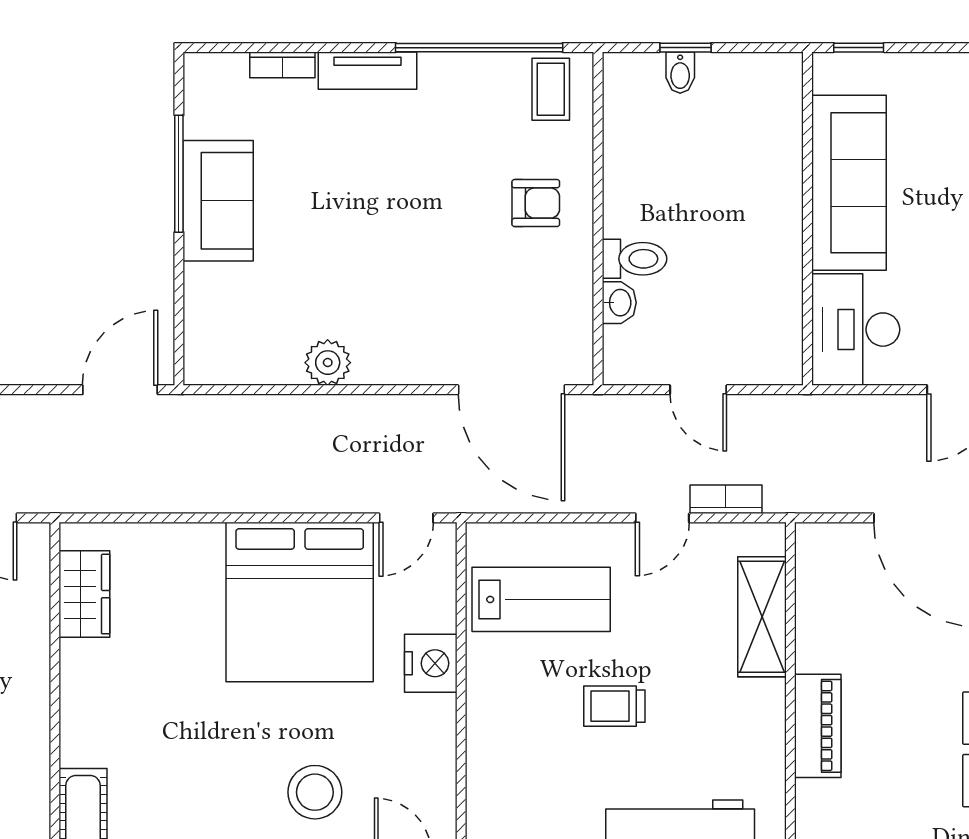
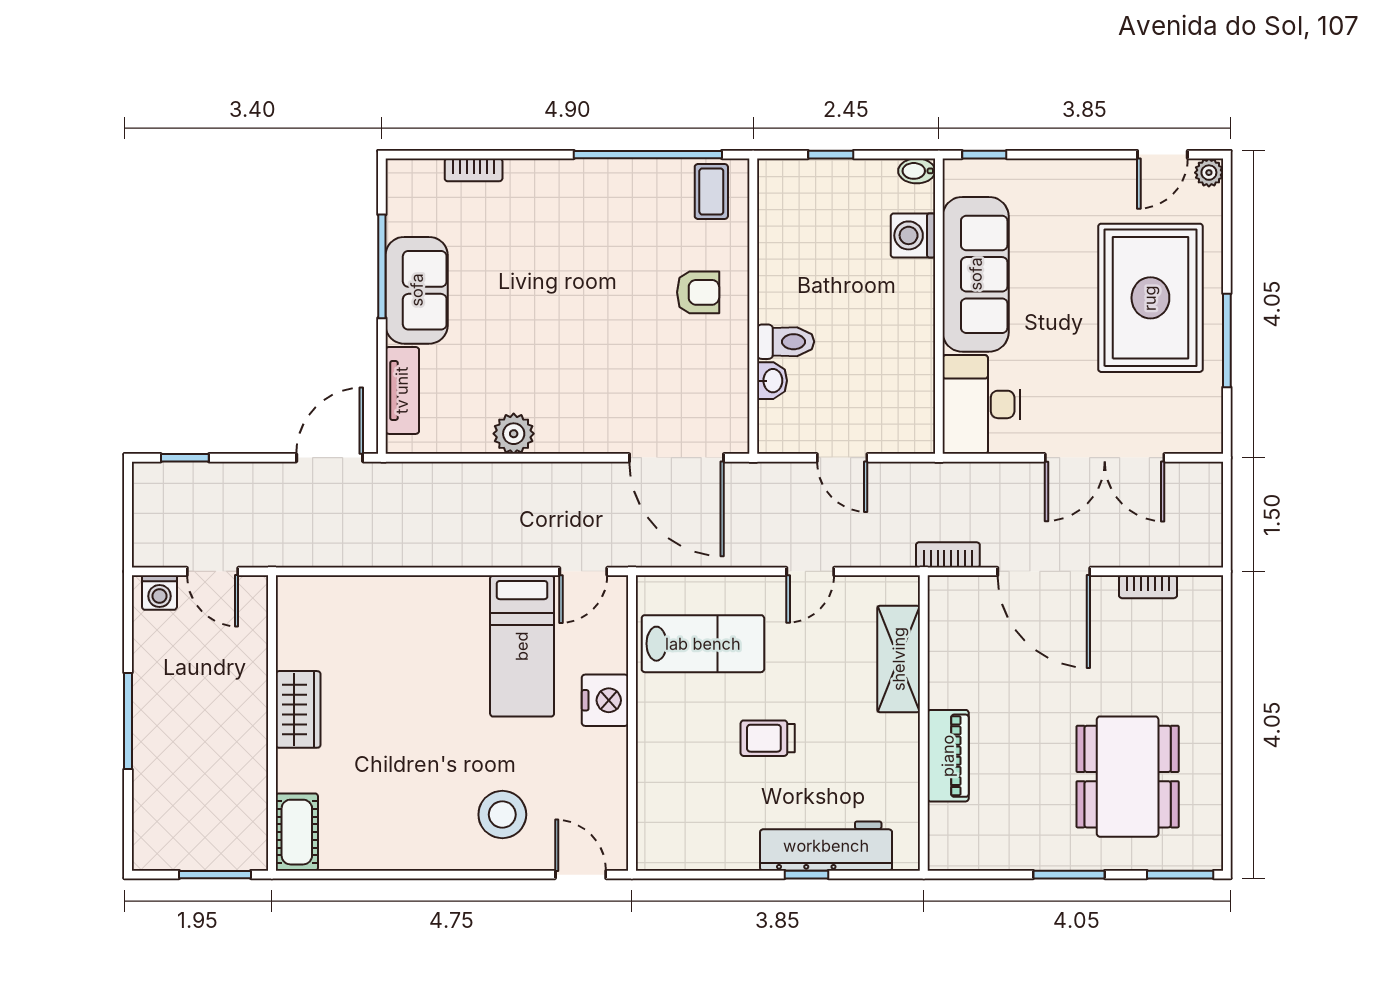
tv unit: (367, 71) -> (402, 390), moved, turned -90
bidet: (680, 73) -> (917, 171), moved, turned 90
washing machine: (778, 139) -> (913, 235), added
bookcase: (726, 499) -> (948, 555), moved
wardrobe: (84, 594) -> (298, 709), moved
bed: (300, 602) -> (522, 646), width x0.49

